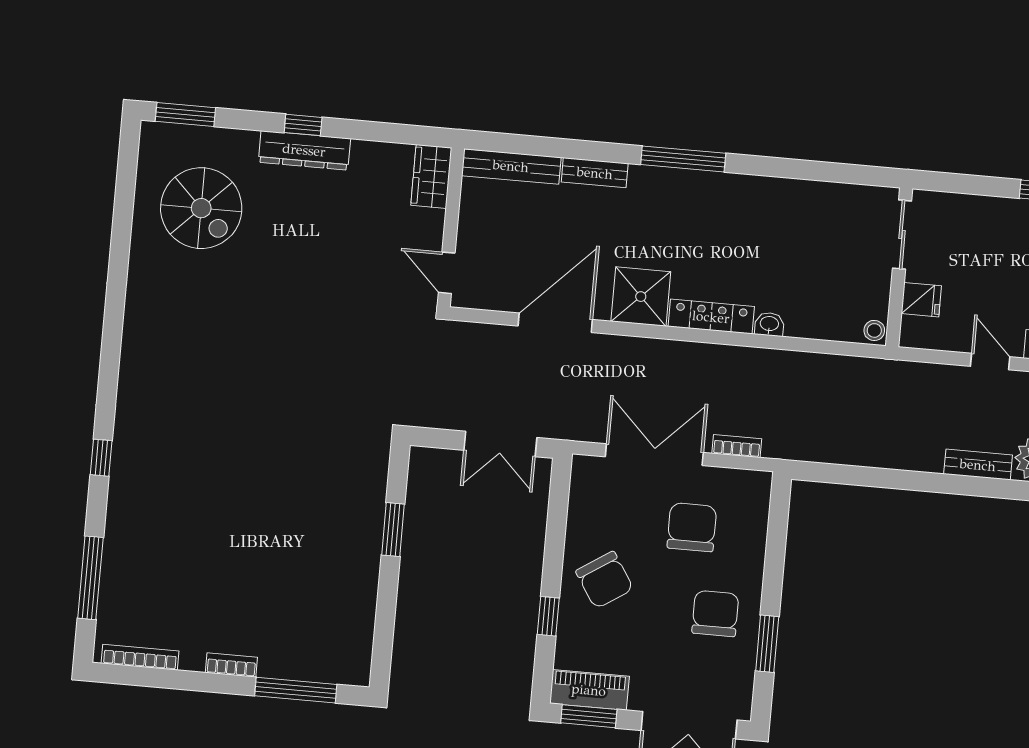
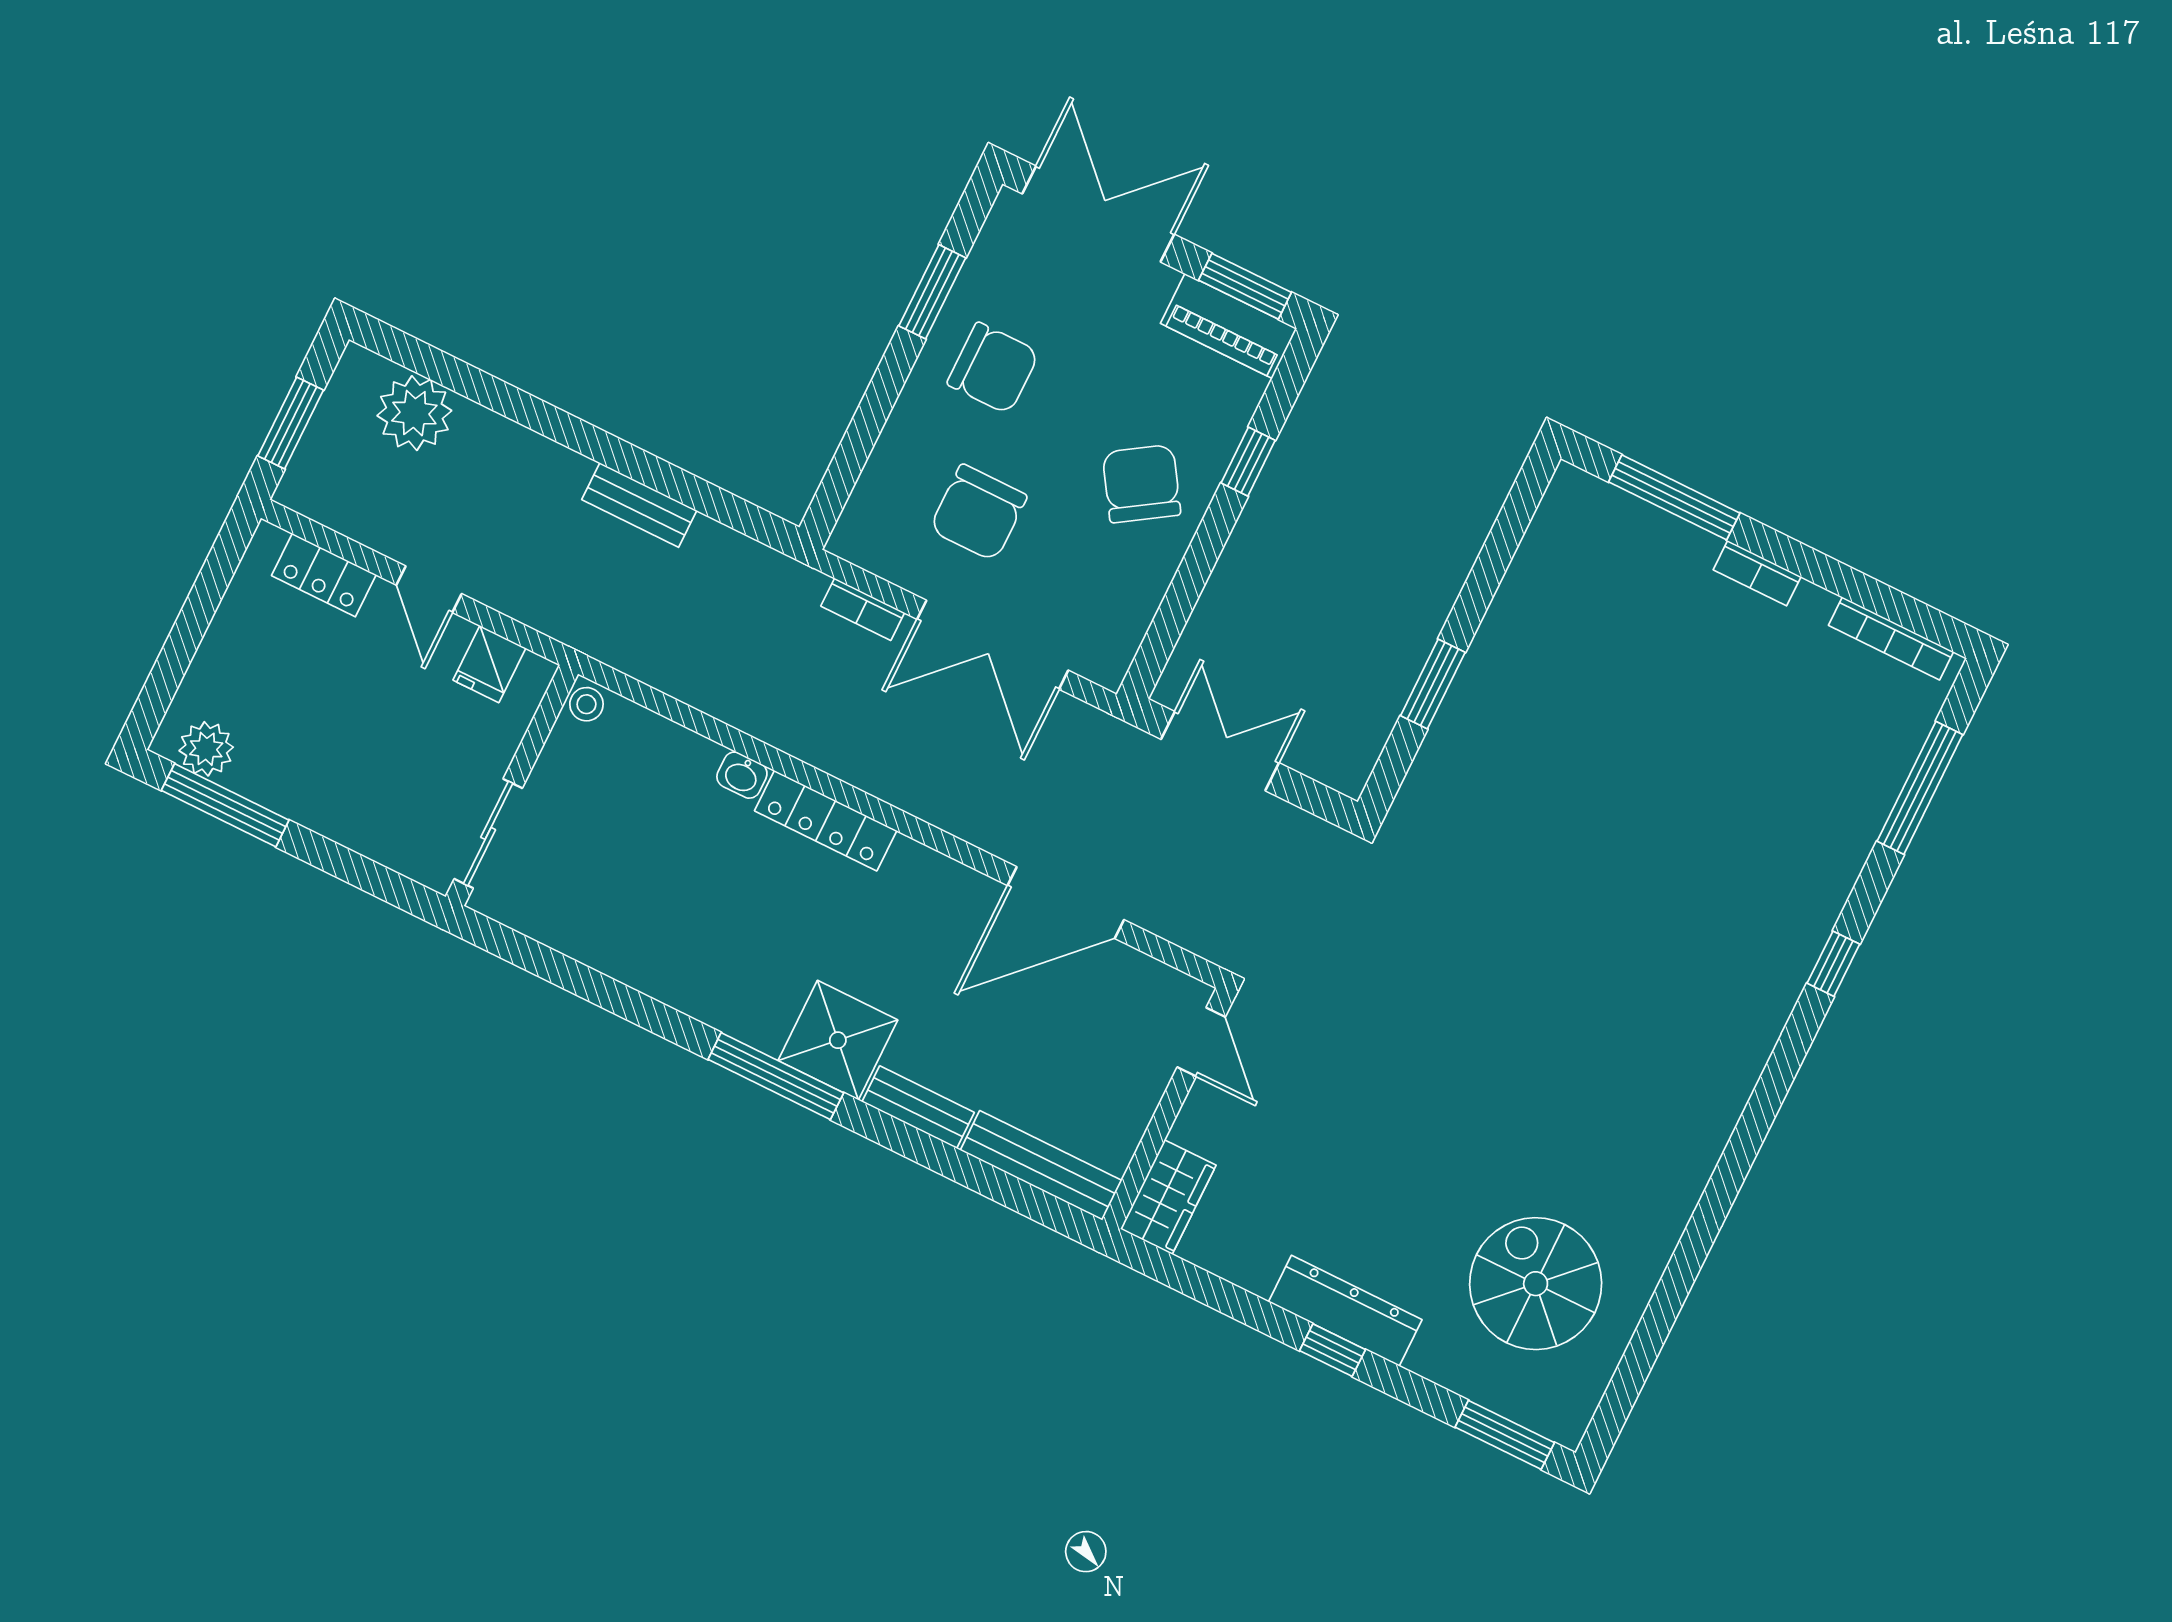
shower: (641, 297) -> (838, 1040), moved
fridge: (921, 300) -> (489, 664), moved, turned -90
bench: (978, 465) -> (639, 505), moved
chair: (715, 613) -> (993, 368), turned -90

